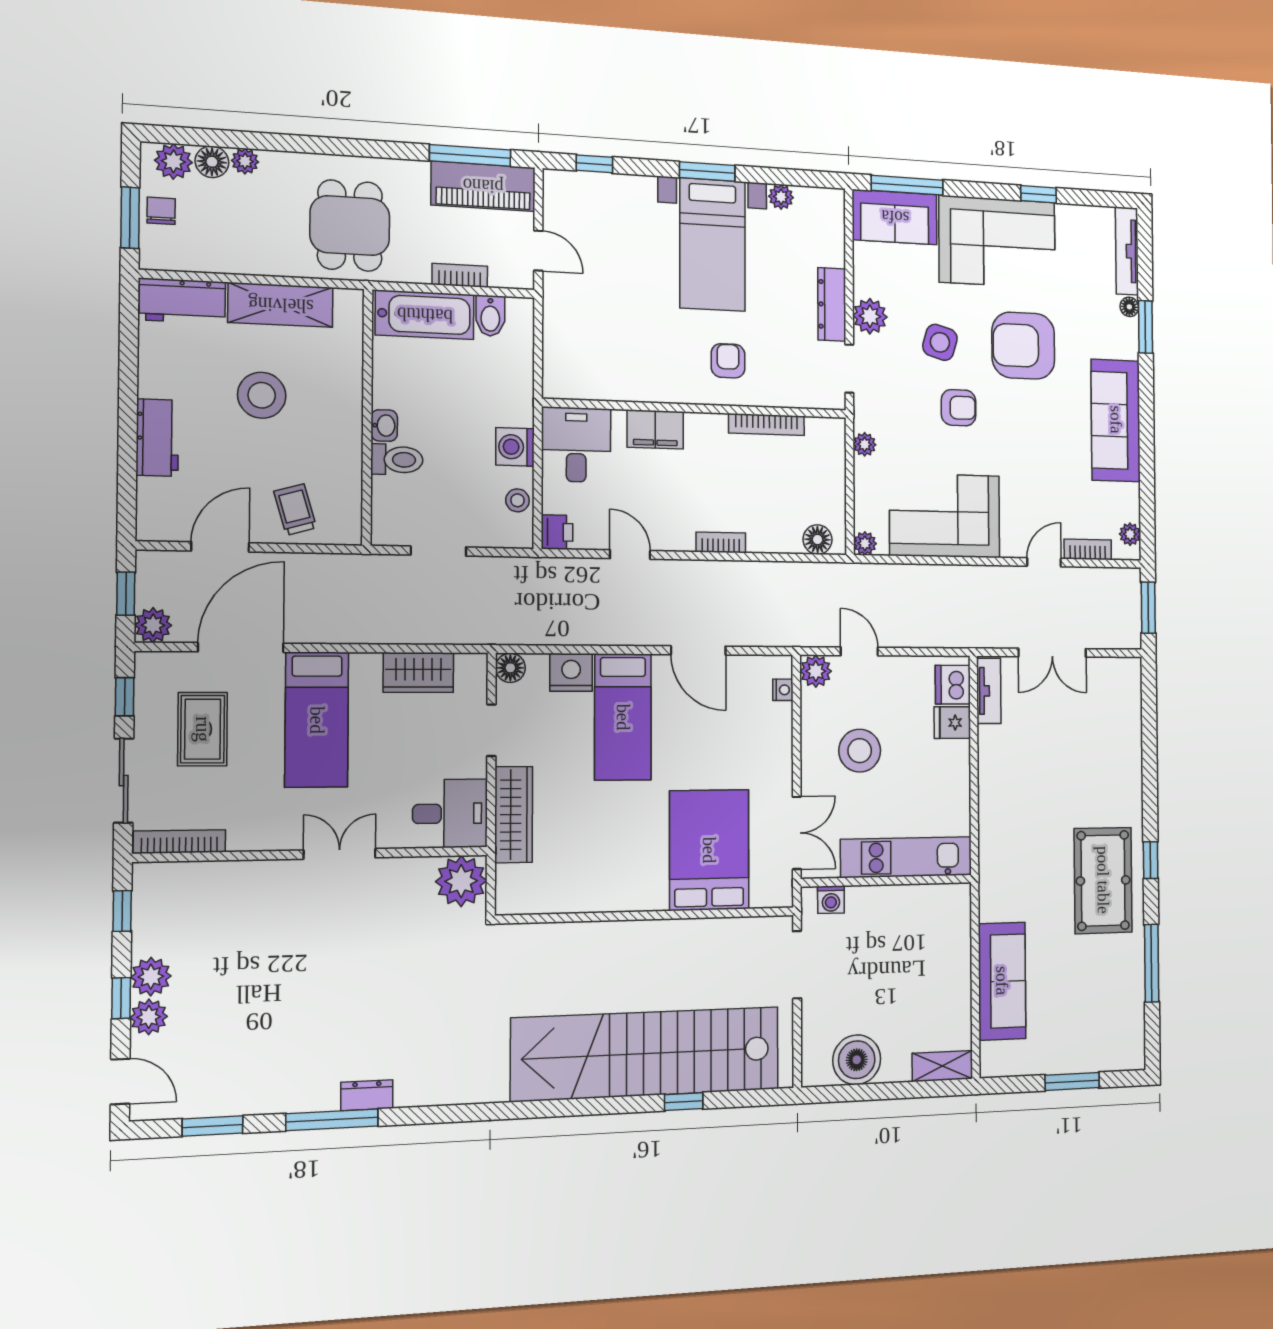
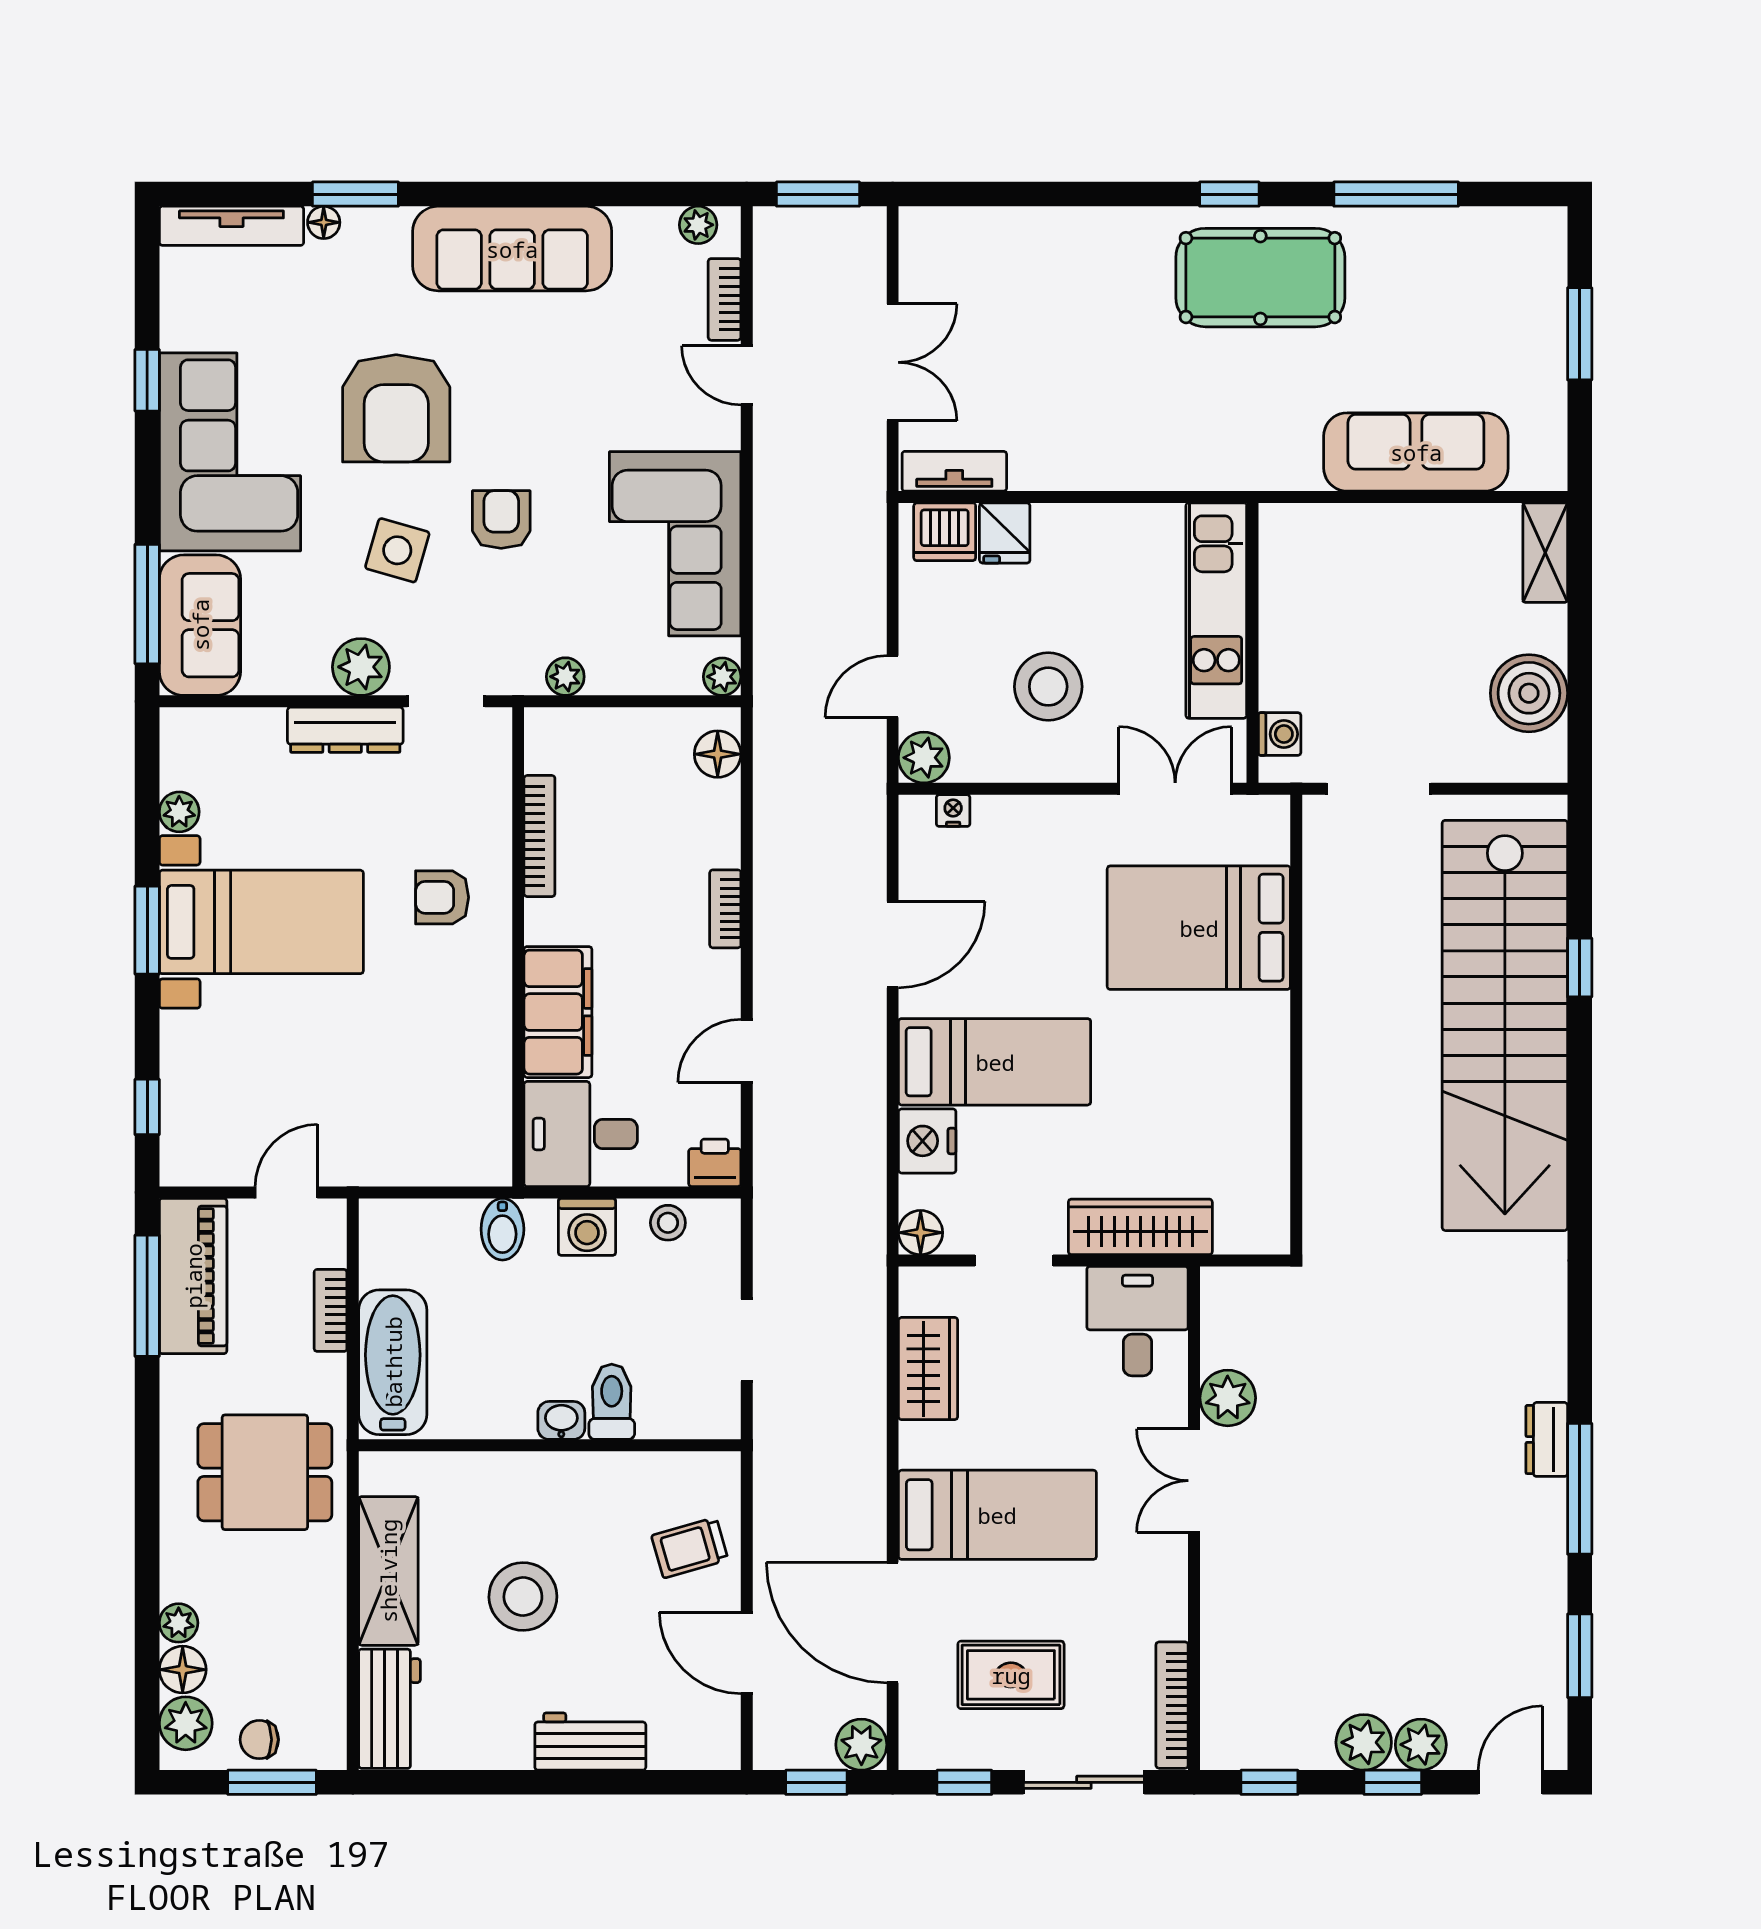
bidet: (490, 316) -> (502, 1229), moved, turned 90
filing cabinet: (655, 429) -> (558, 1012), width x1.50, depth x1.17
plant: (461, 881) -> (1228, 1398), moved, width x0.73, depth x0.73

